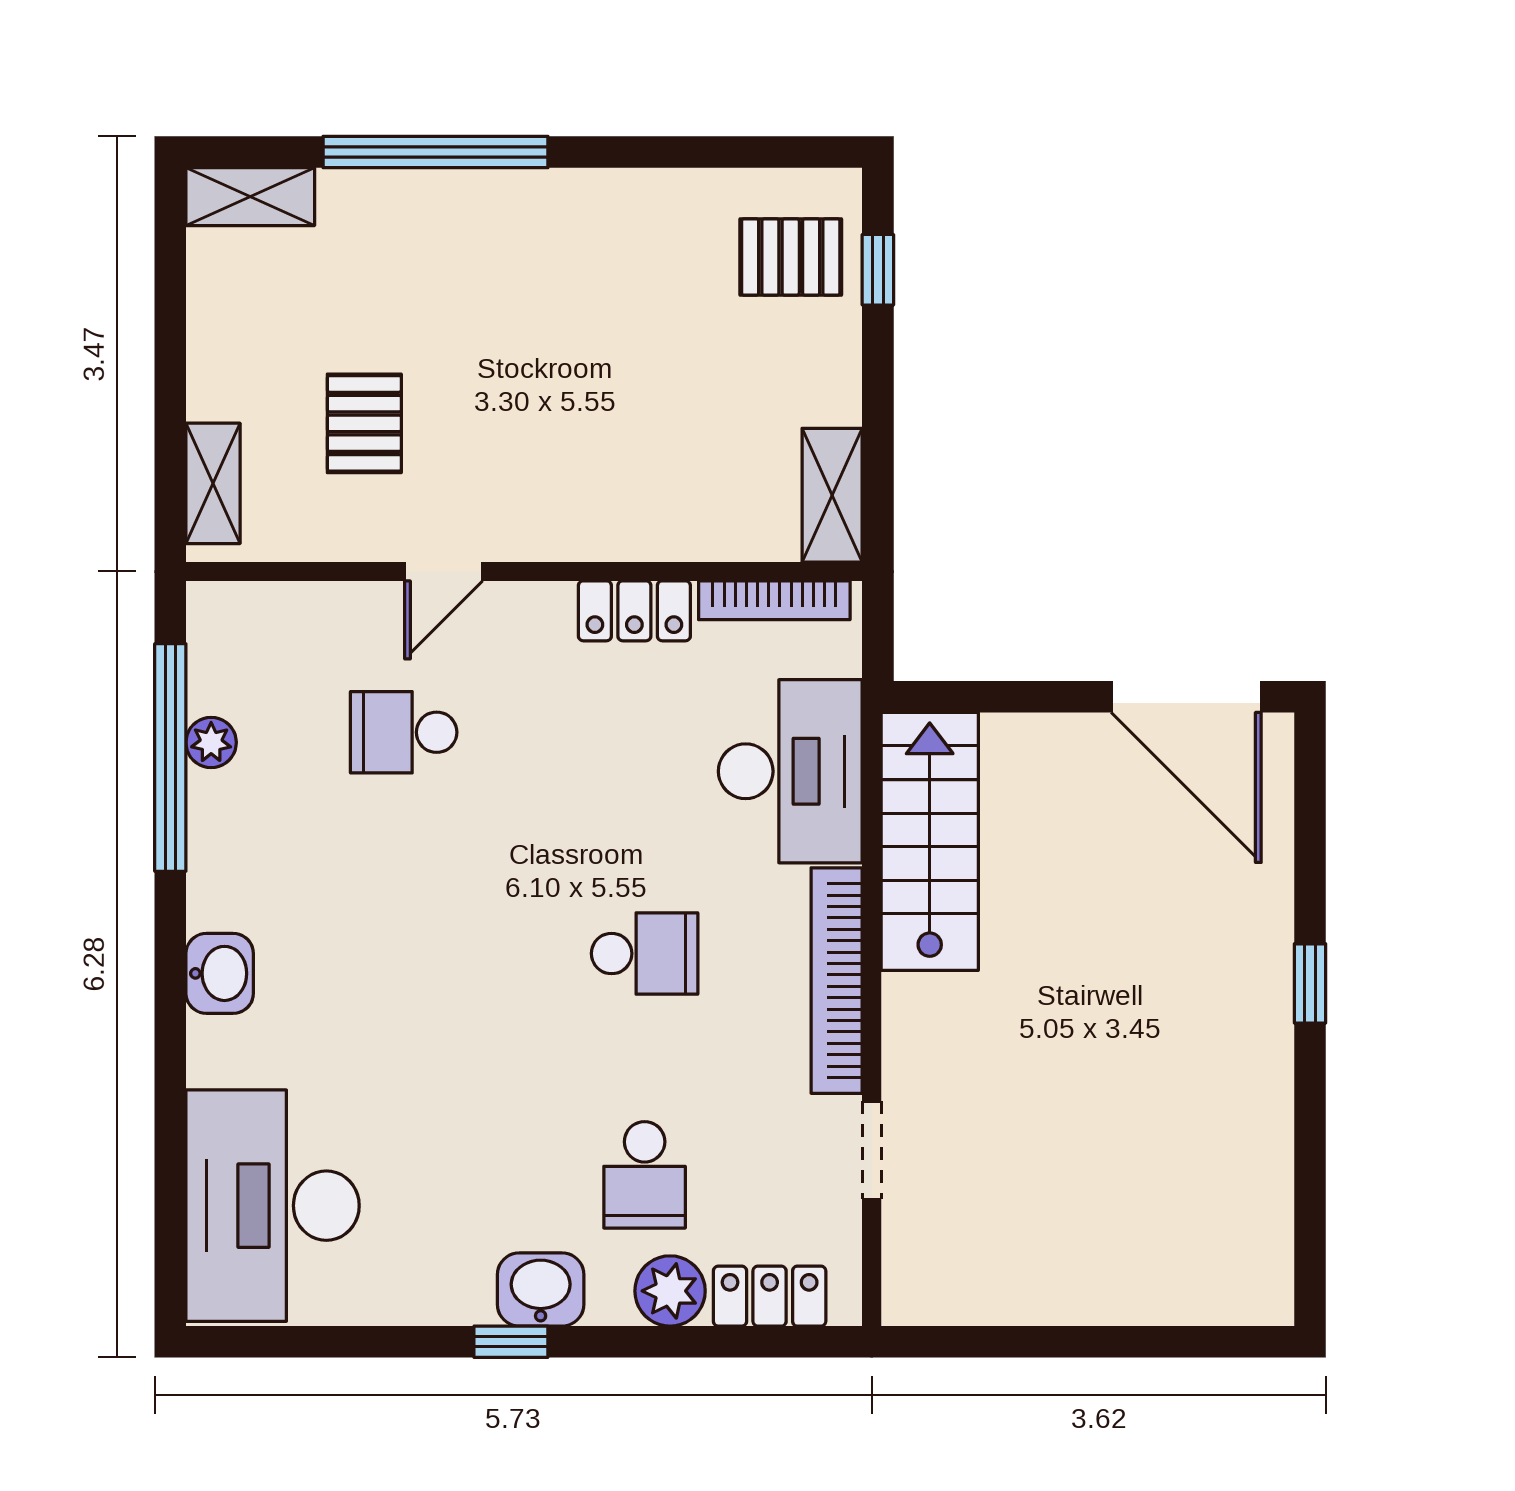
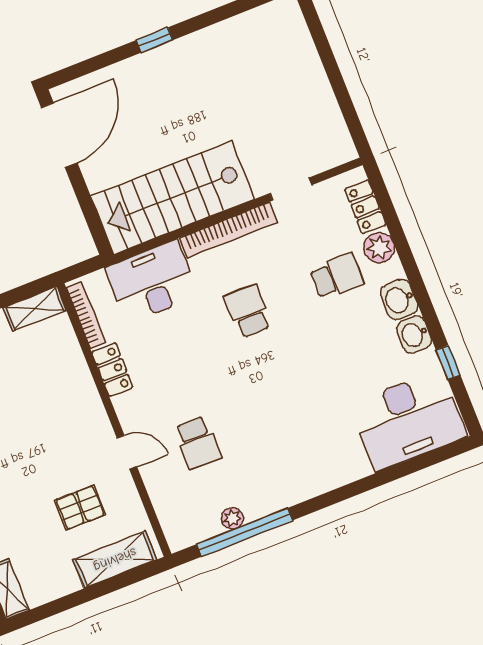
shelving: (213, 483) -> (115, 560), width x1.50, depth x1.33
stairs: (930, 841) -> (173, 198), width x1.36, depth x1.51
washbasin: (220, 973) -> (414, 334), moved, turned -90
window: (511, 1342) -> (448, 362), moved

